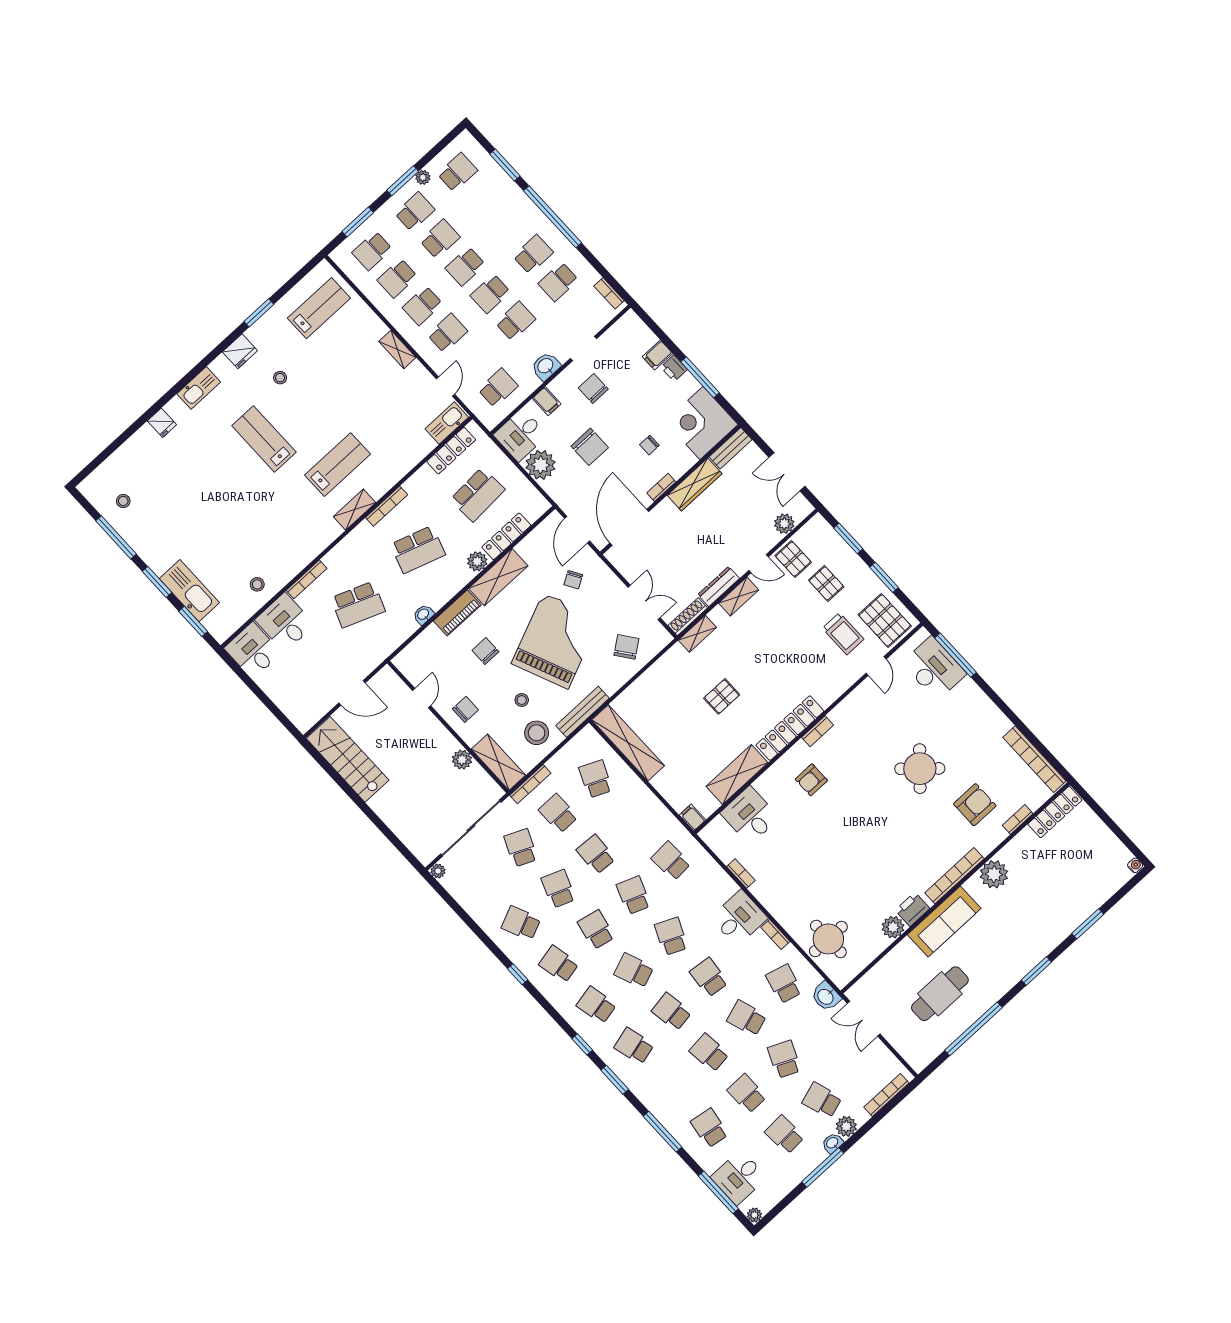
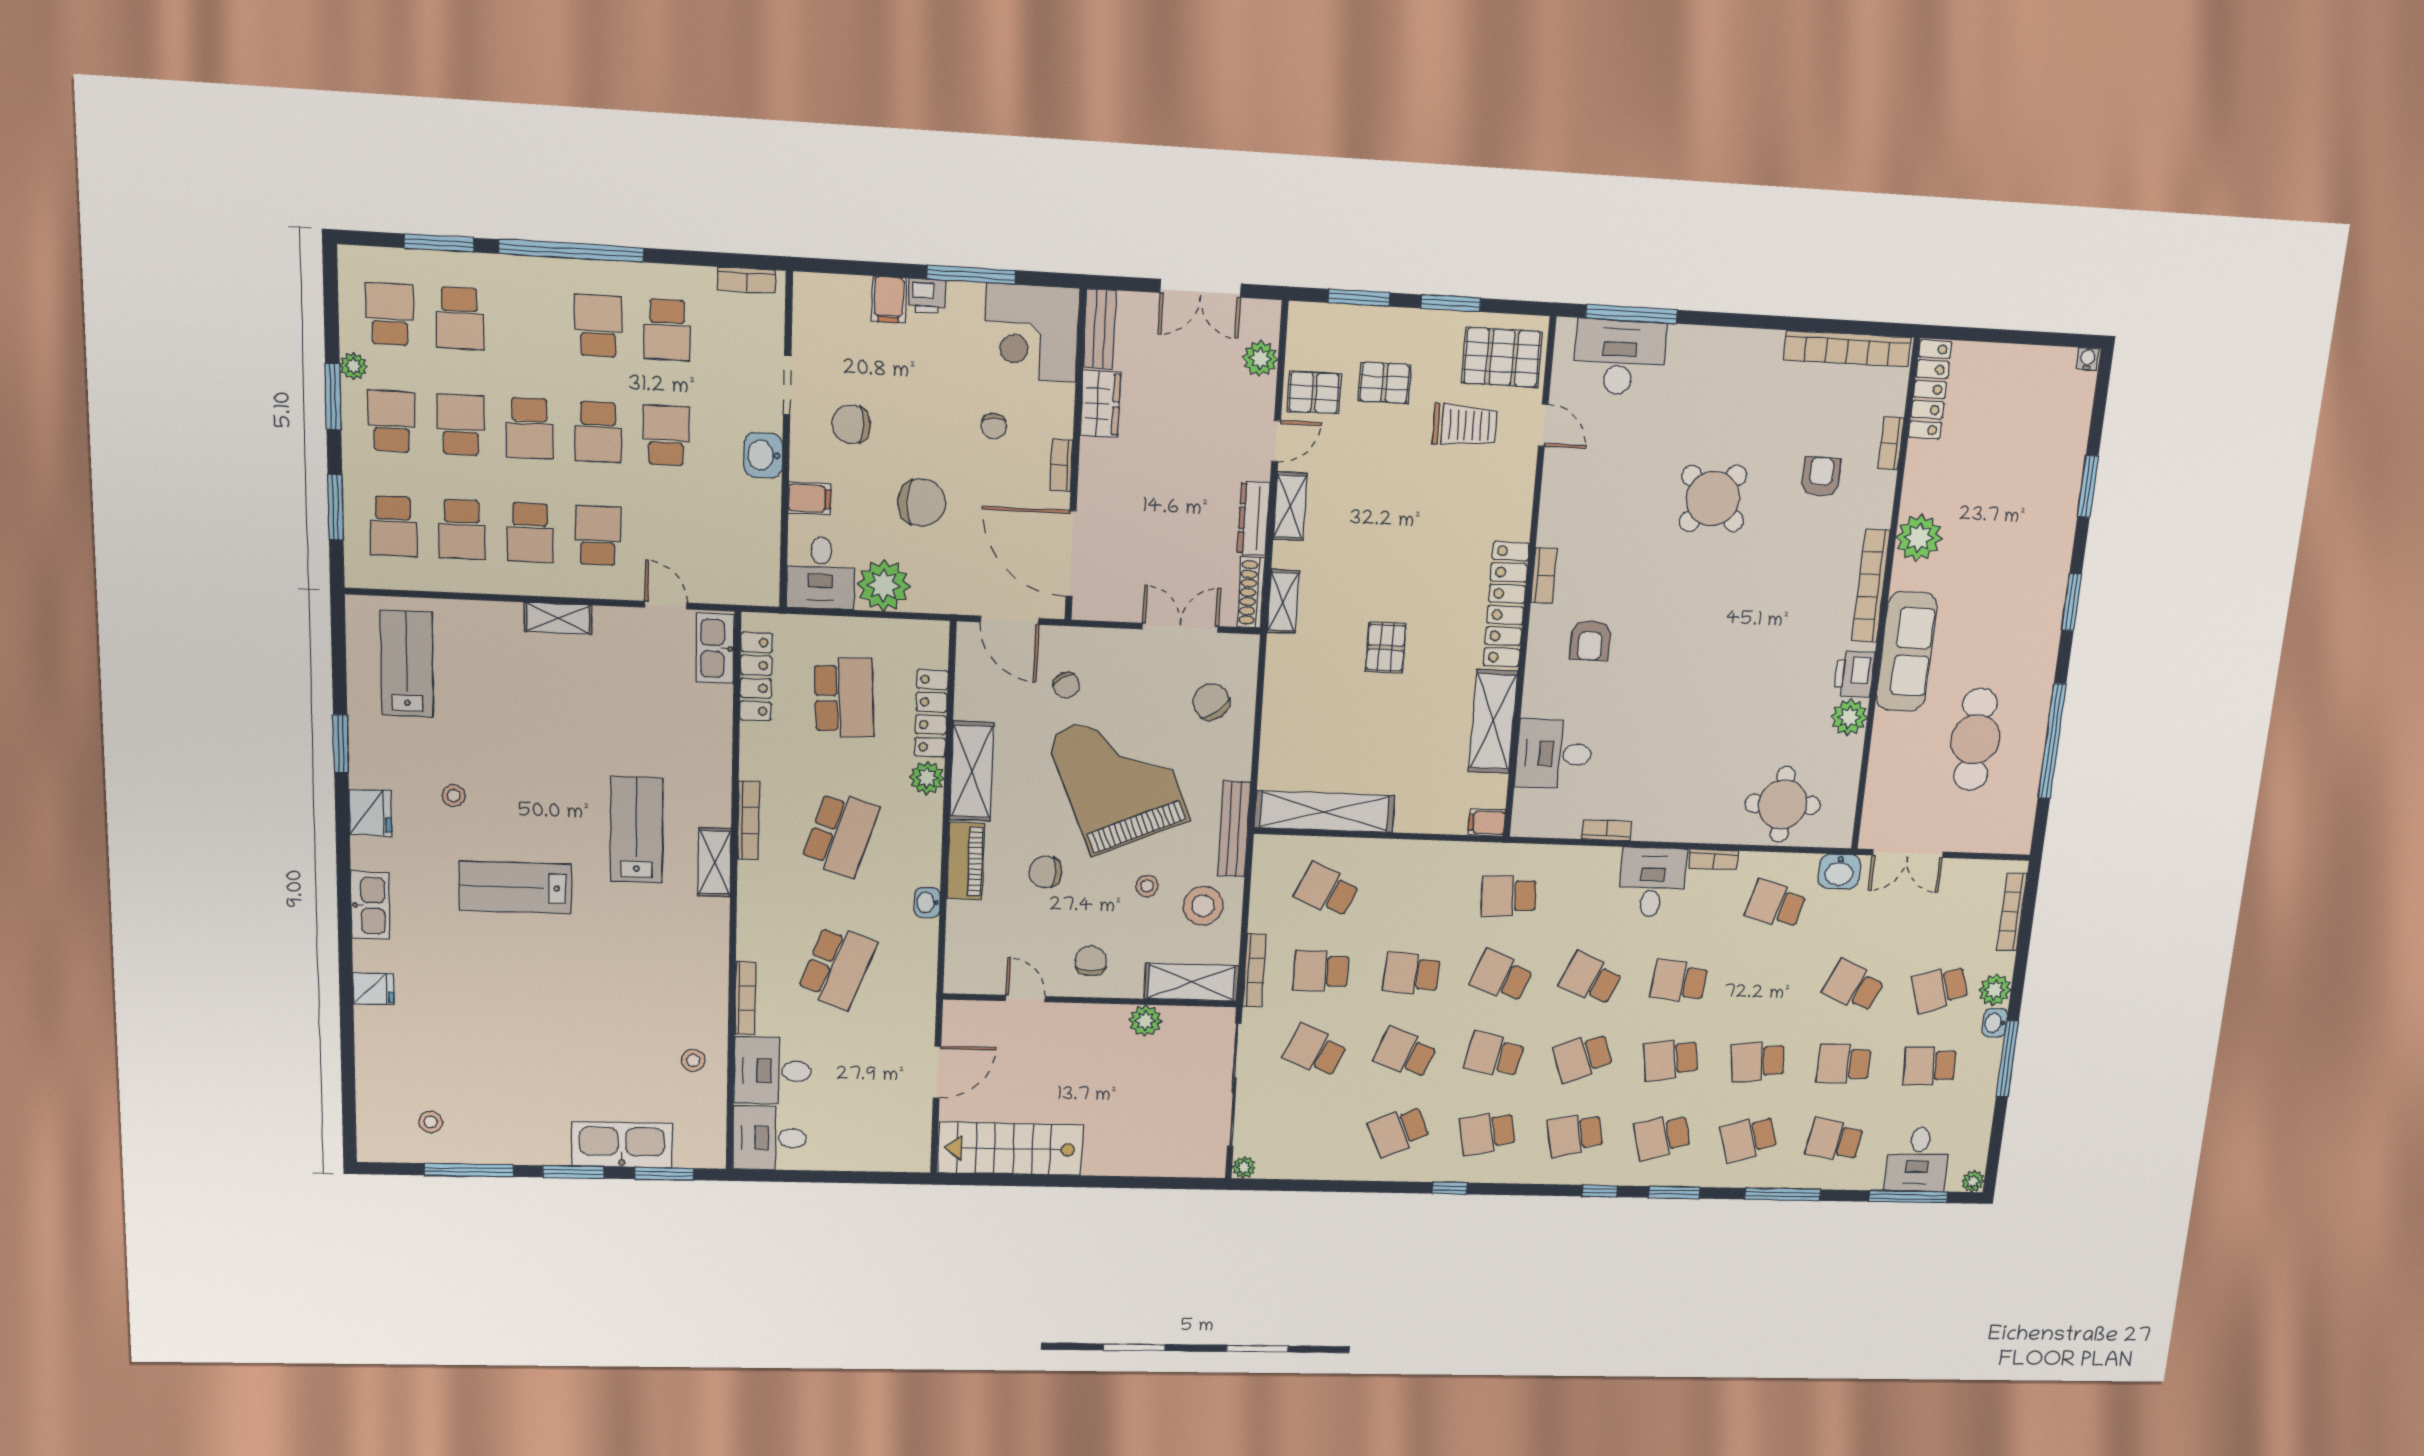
school desk: (498, 388) -> (460, 318), moved, turned 180
wardrobe: (695, 484) -> (1100, 404), width x0.67
armchair: (975, 805) -> (1821, 477), width x0.72, depth x0.72
school desk: (747, 1018) -> (1749, 1138), moved

